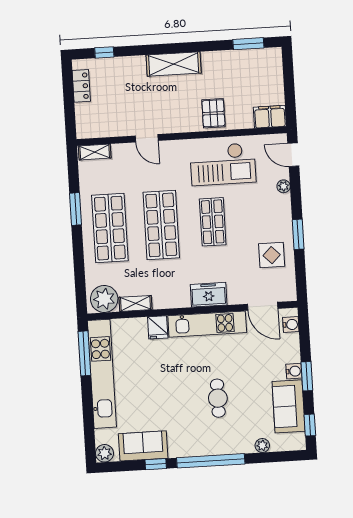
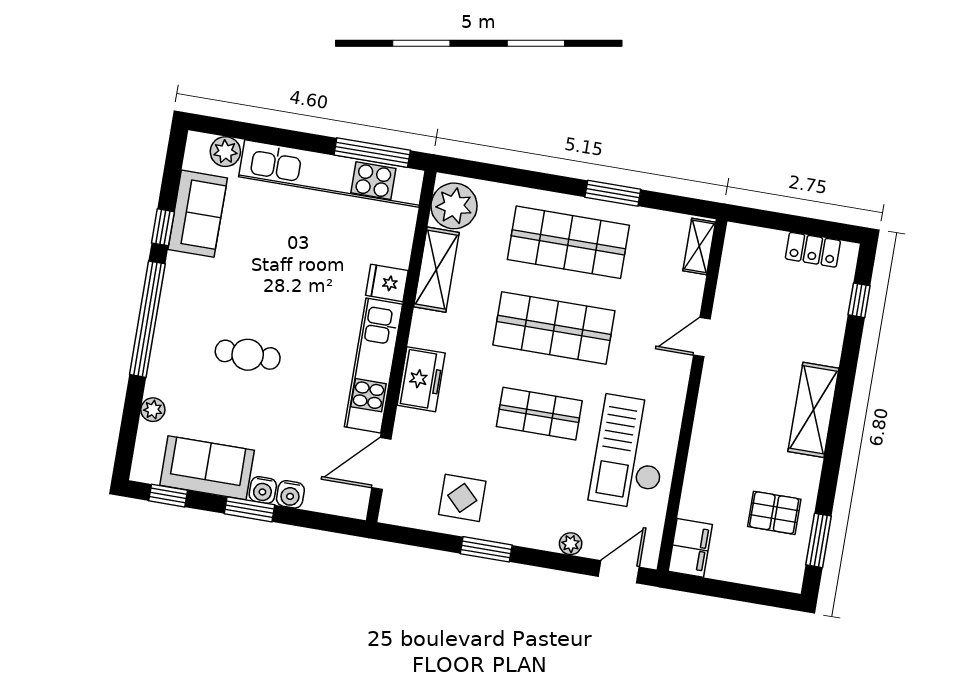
pallet: (213, 113) -> (774, 513), moved
shelving: (136, 303) -> (436, 270), width x1.50, depth x1.33
water cooler: (291, 325) -> (290, 494), moved
plant: (105, 453) -> (225, 152), moved

